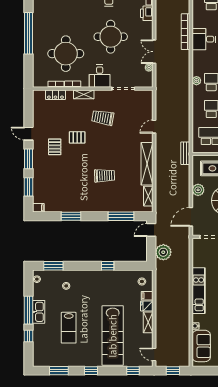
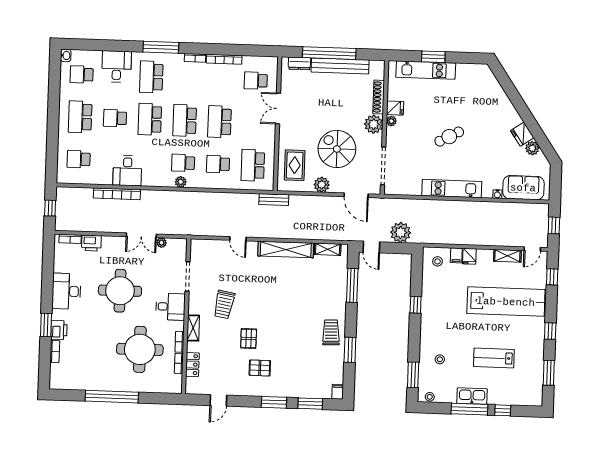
door: (28, 134) -> (218, 400), moved
trolley: (104, 176) -> (331, 332), moved
shelving: (148, 322) -> (507, 256), moved
lab bench: (69, 328) -> (494, 358), turned 180

